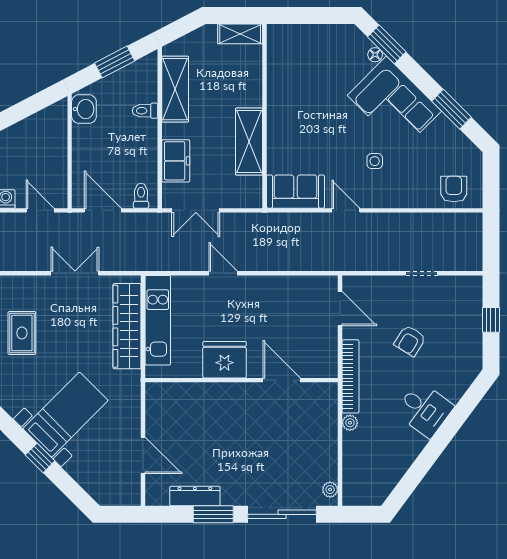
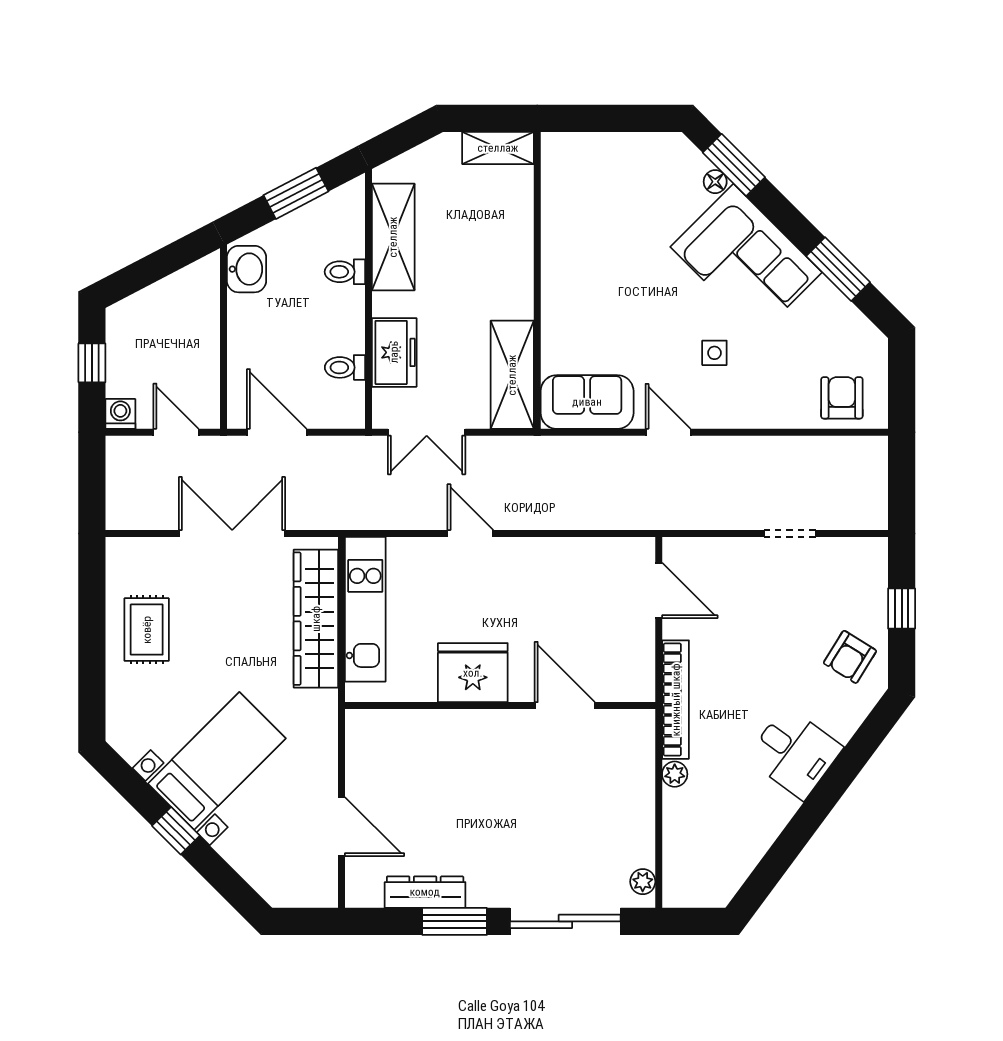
shelving: (249, 142) -> (512, 375), moved
toilet: (141, 196) -> (345, 367), moved, turned -90
double door: (75, 273) -> (232, 533), width x1.37
armchair: (410, 341) -> (850, 657), moved

